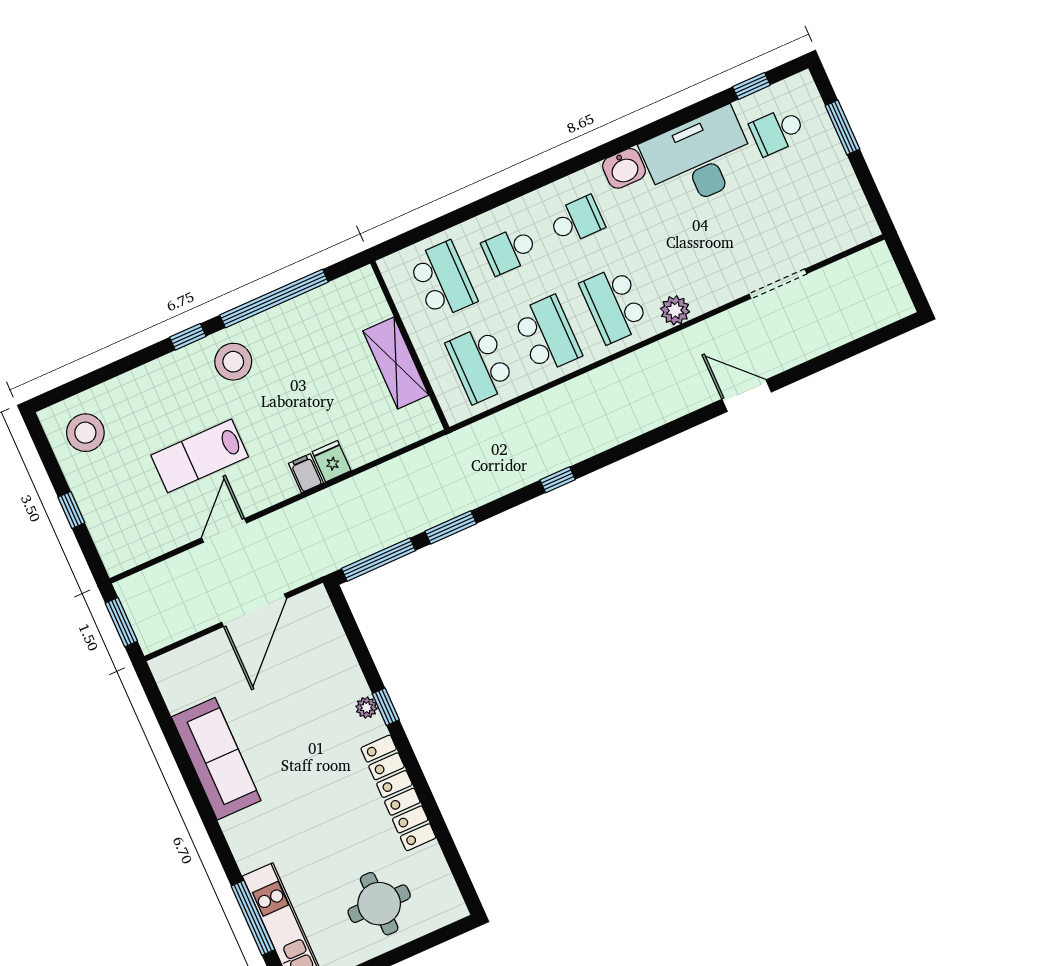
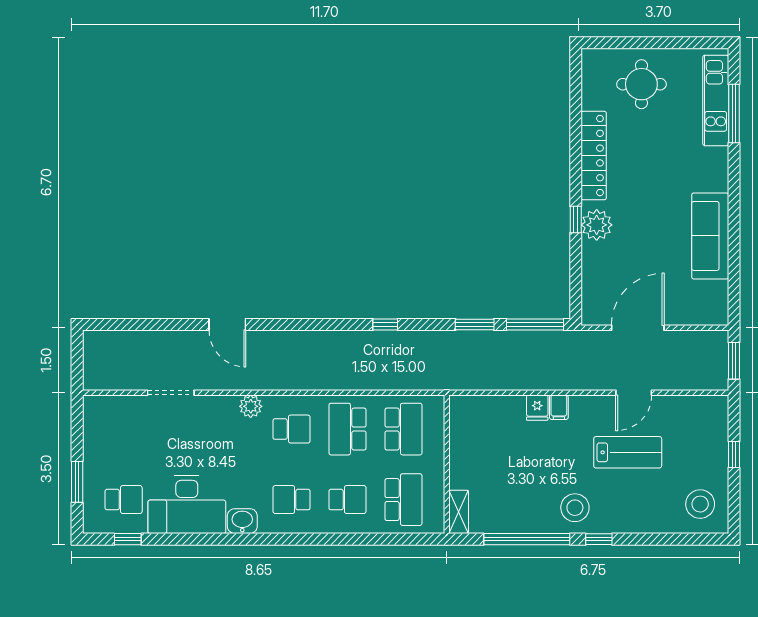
school desk: (443, 280) -> (403, 500), turned 180
school desk: (614, 305) -> (292, 429), width x0.54
shelving: (396, 363) -> (459, 512), moved, width x0.67, depth x0.75
plant: (367, 708) -> (597, 225), width x1.87, depth x1.87

